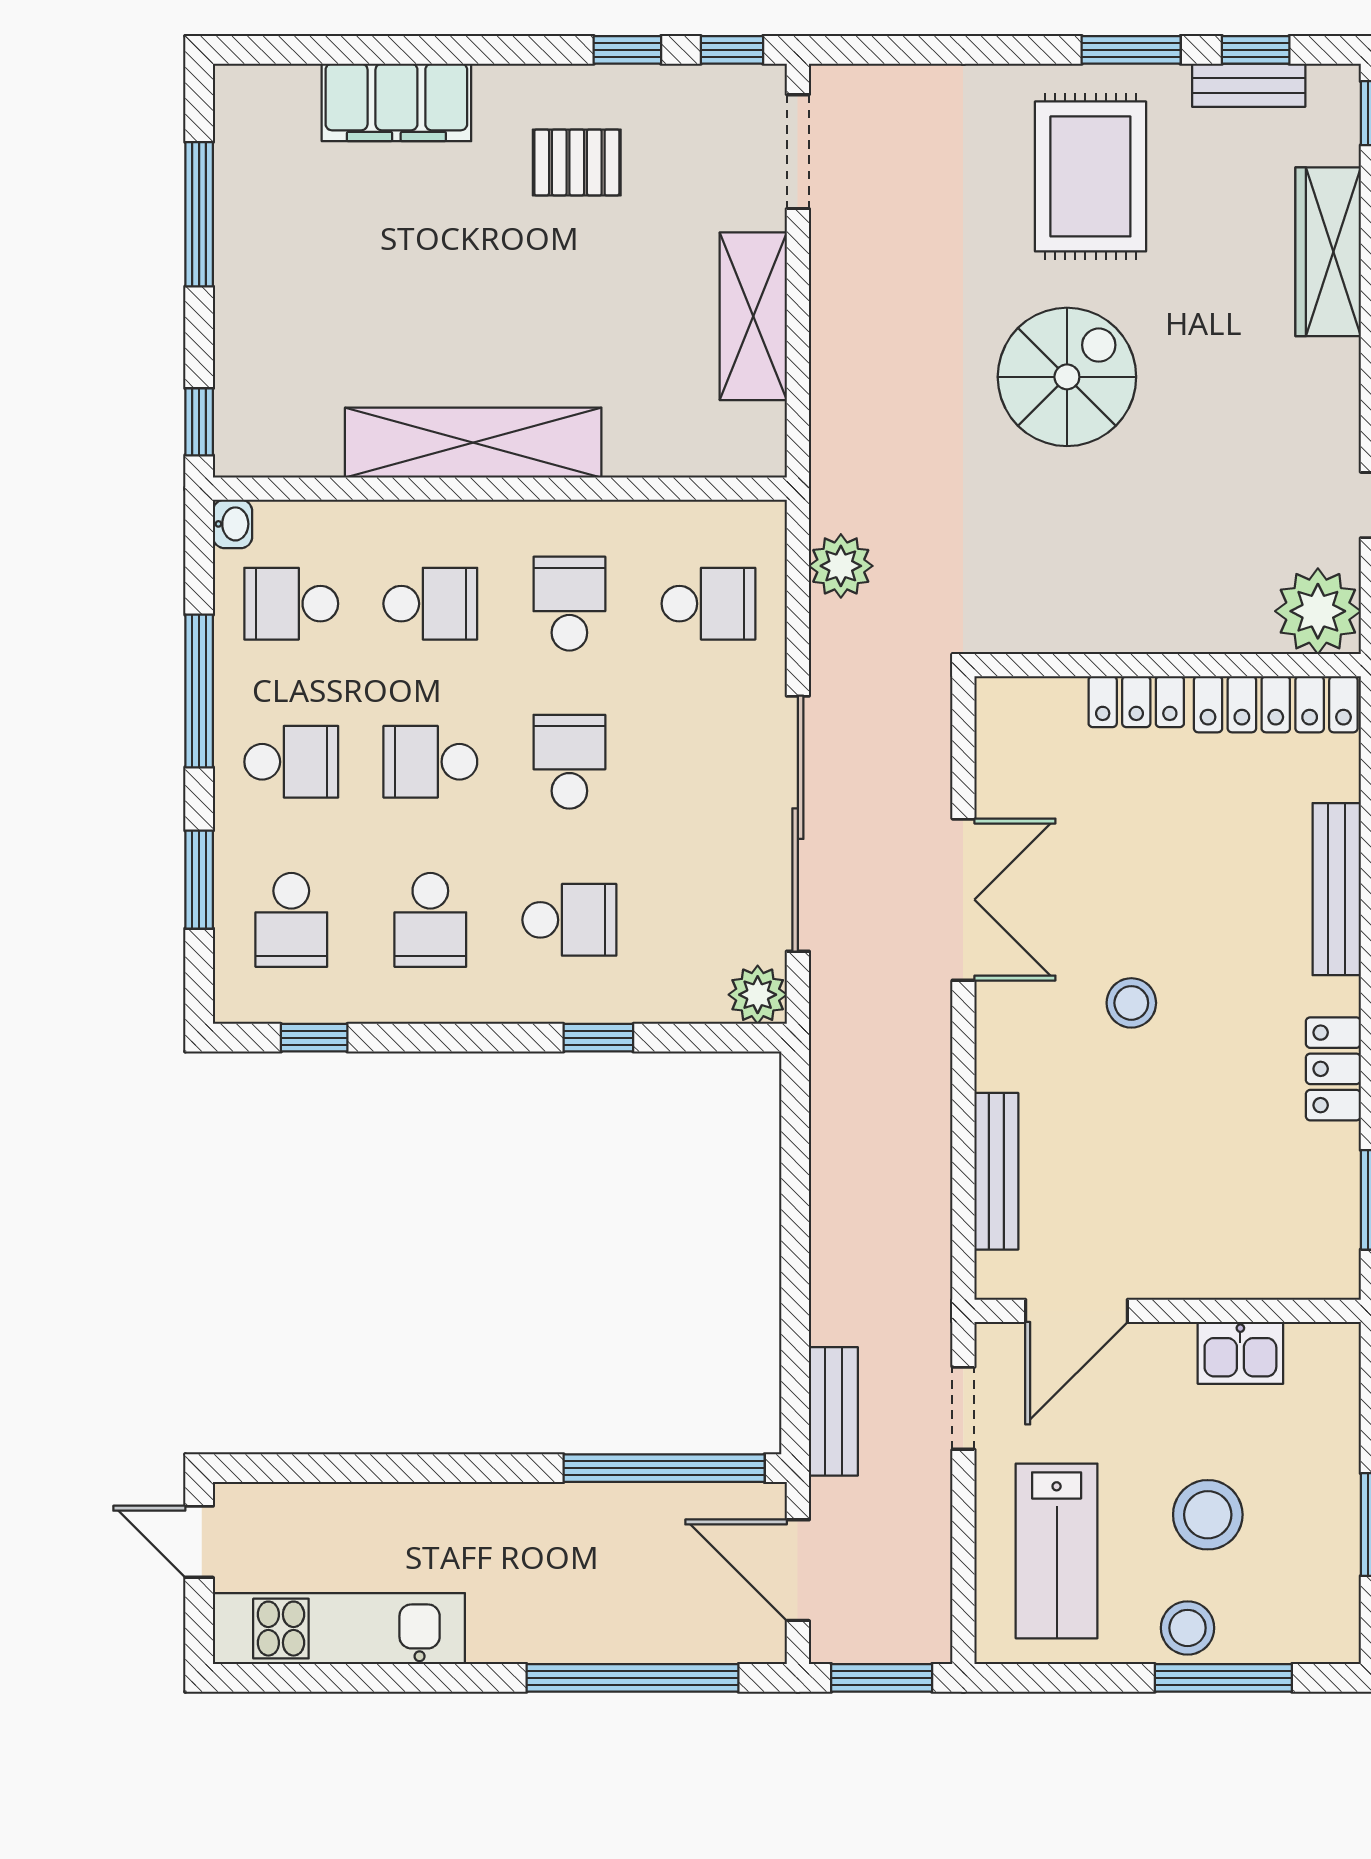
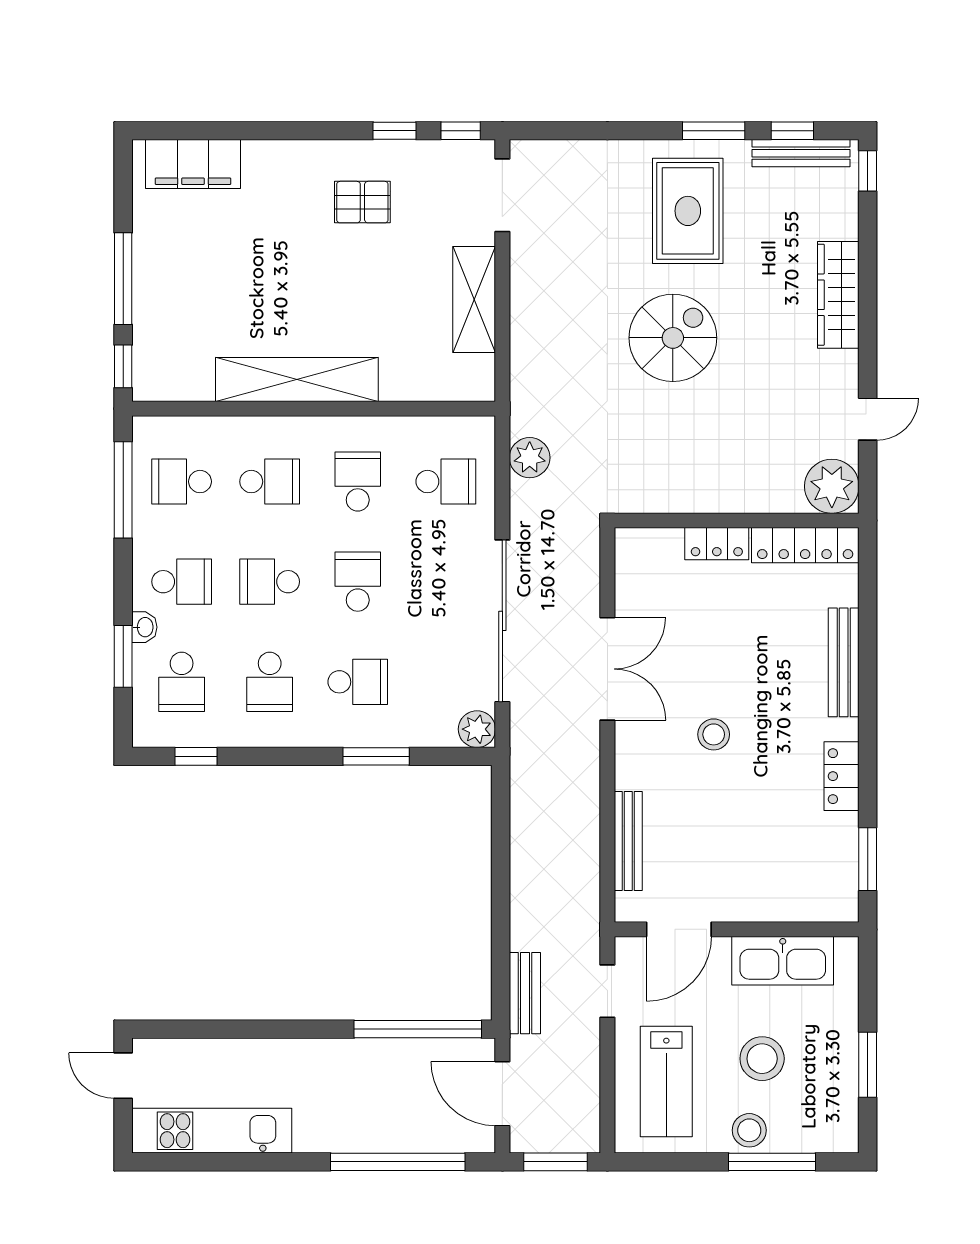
bench: (1249, 85) -> (801, 153), width x1.36
filing cabinet: (396, 102) -> (193, 164), moved
window: (199, 214) -> (123, 279), moved
wardrobe: (1328, 252) -> (838, 295), moved
washbasin: (233, 524) -> (144, 627), moved
window: (199, 691) -> (123, 490), moved
window: (598, 1038) -> (376, 756), width x1.50
kitchen sink: (1240, 1353) -> (783, 961), width x1.88, depth x1.24

